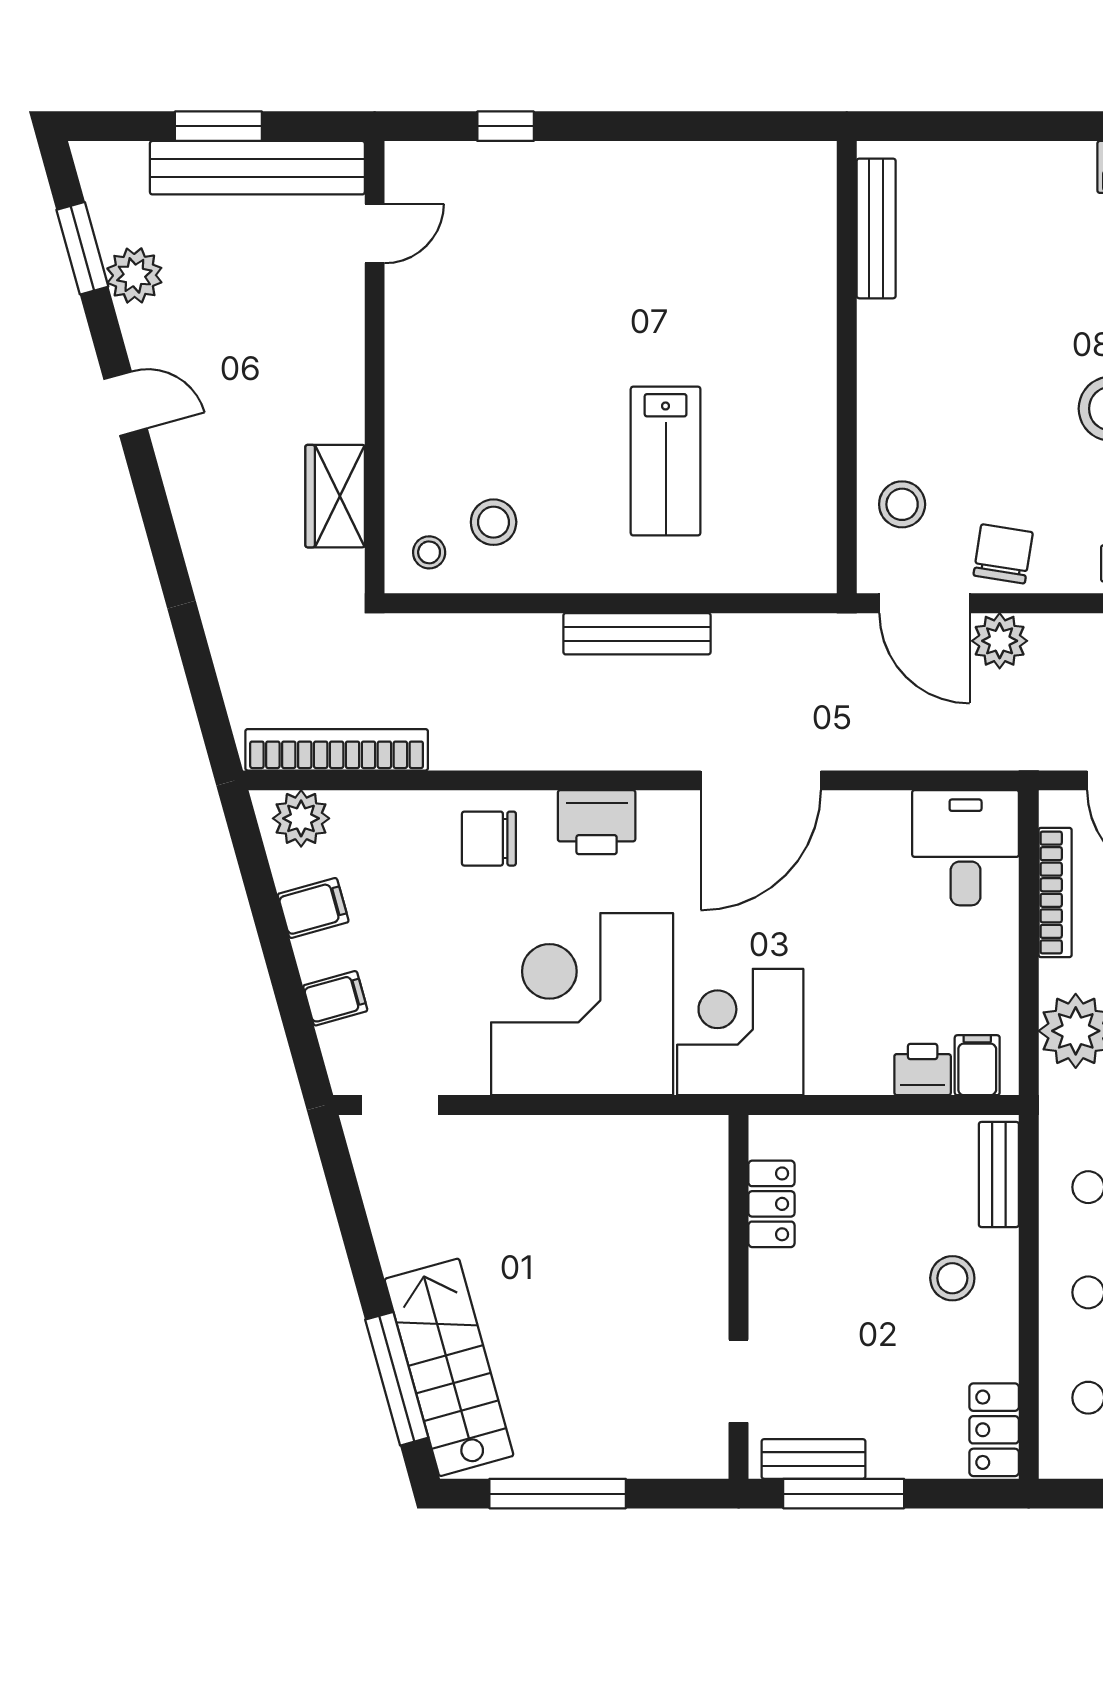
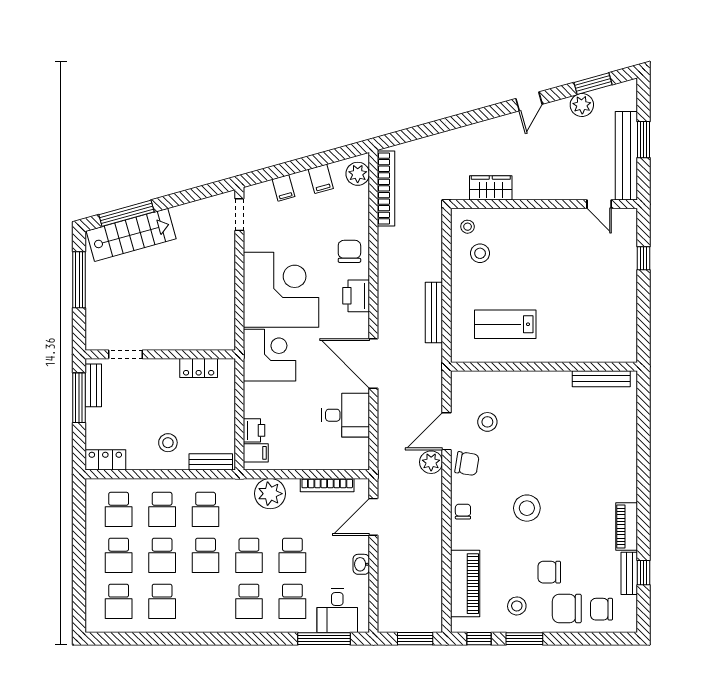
bench: (876, 228) -> (601, 379), moved
wall: (847, 367) -> (544, 367), moved
desk: (966, 848) -> (346, 415), moved

